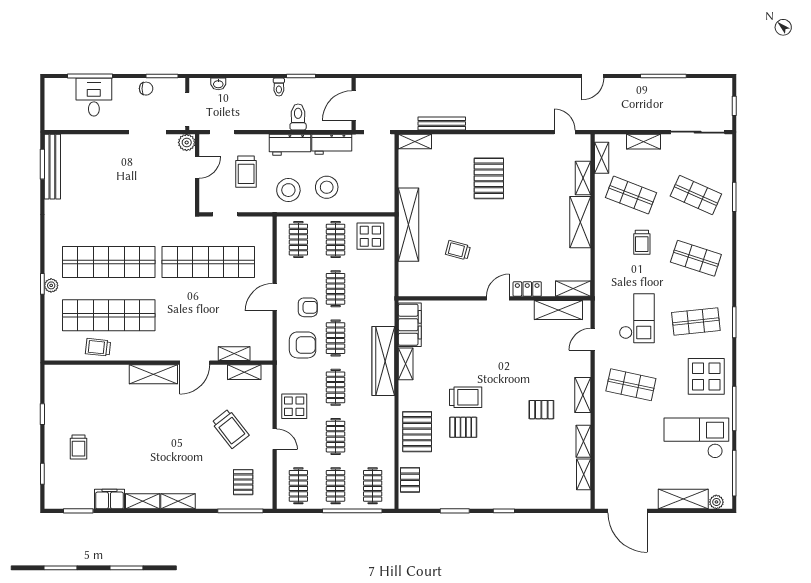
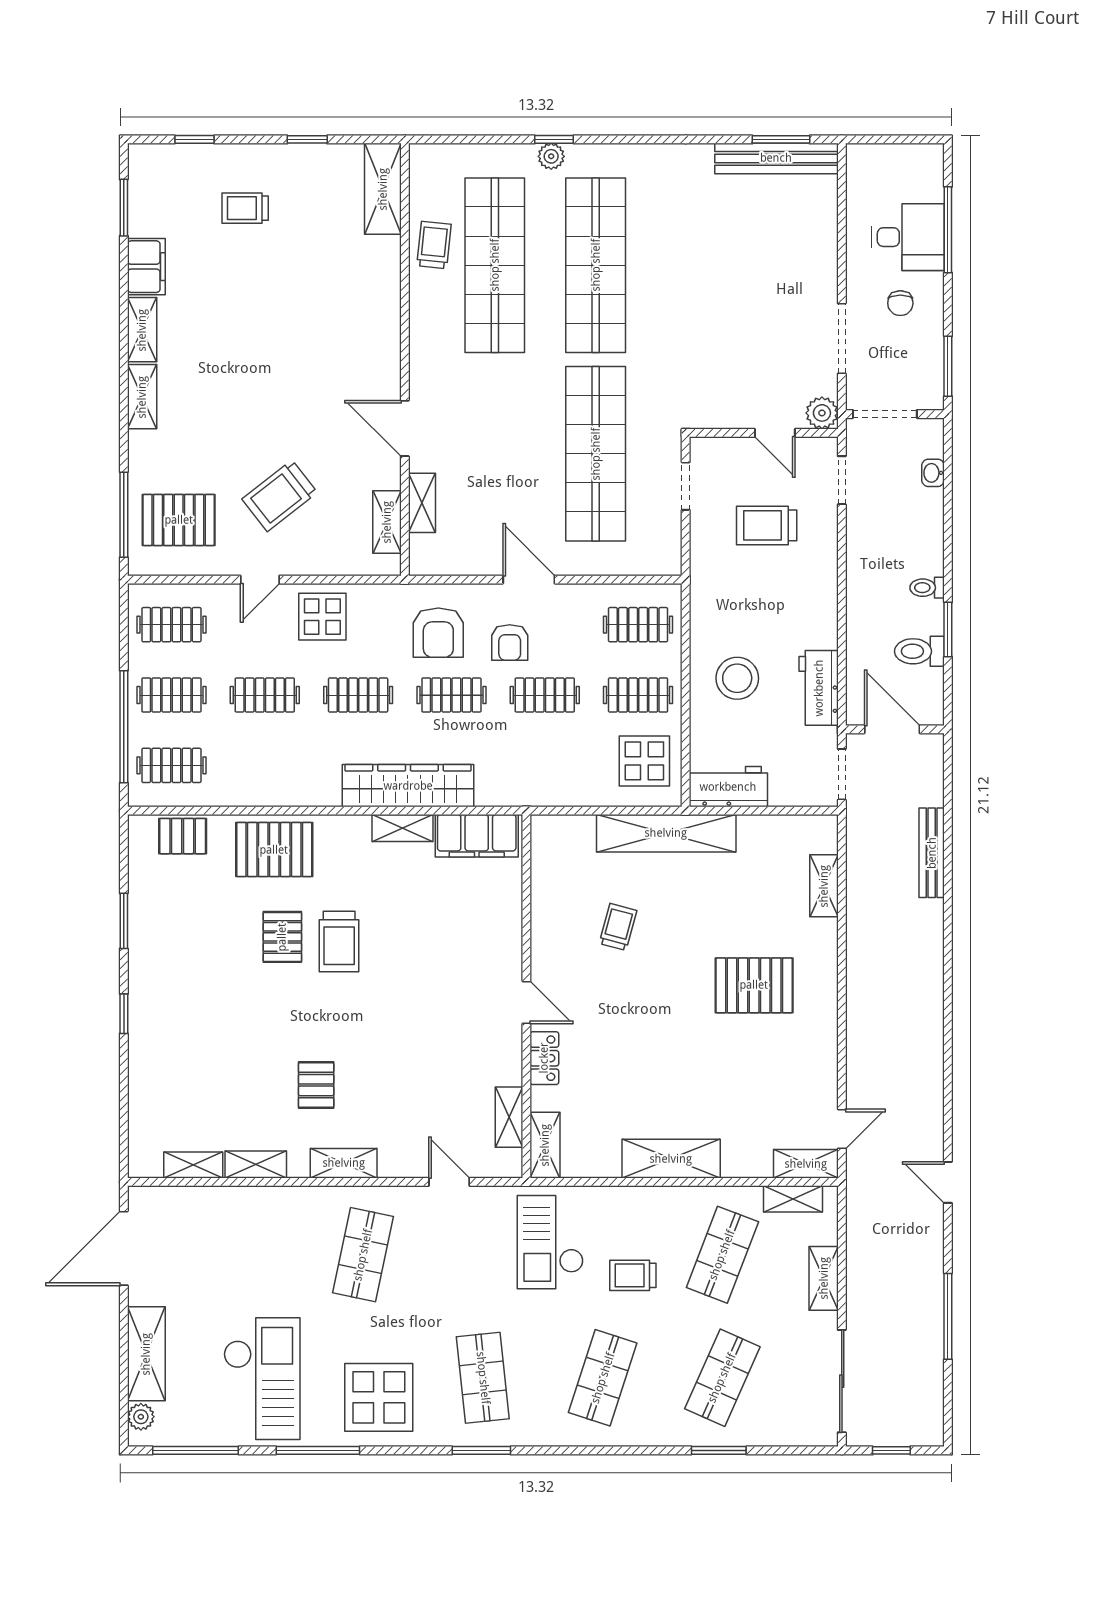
chair: (146, 89) -> (900, 303), moved
toilet: (298, 117) -> (919, 651), moved, turned 180
bench: (442, 123) -> (932, 853), moved
shelving: (415, 141) -> (824, 886), moved
workbench: (290, 145) -> (728, 787), moved, turned 90
shelving: (583, 178) -> (806, 1164), moved
stool: (288, 190) -> (732, 606), removed
shelving: (558, 310) -> (509, 1117), width x0.67, depth x0.75
checkout: (637, 318) -> (550, 1242), moved, turned 90
shelving: (153, 374) -> (383, 189), moved
pallet: (243, 482) -> (179, 520), width x1.50, depth x1.42

